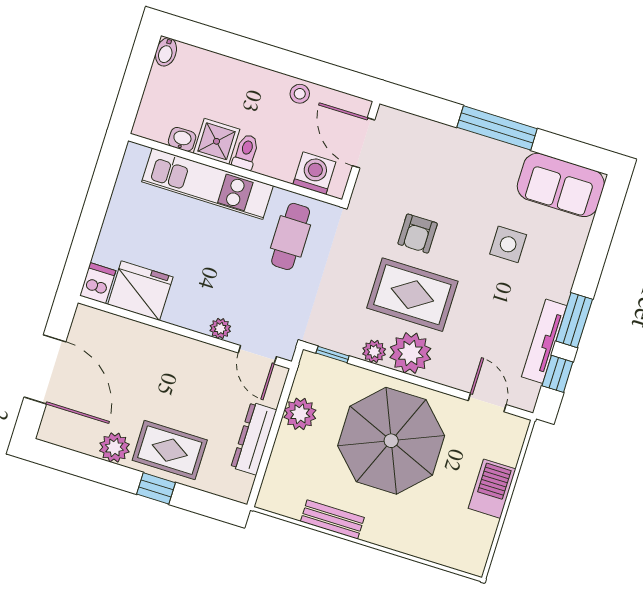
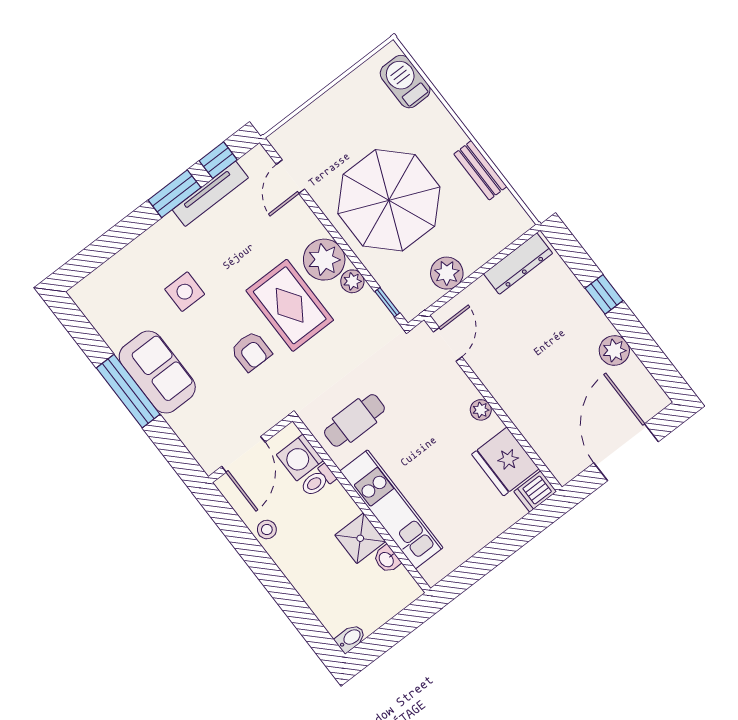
toilet: (246, 152) -> (318, 481), moved
sofa: (561, 185) -> (157, 372), moved
armchair: (418, 234) -> (251, 351), turned 90
plant: (220, 328) -> (481, 410), moved
dresser: (254, 439) -> (518, 264), moved
rug: (170, 450) -> (571, 317), removed
barbecue: (492, 489) -> (405, 82), moved, turned 90

